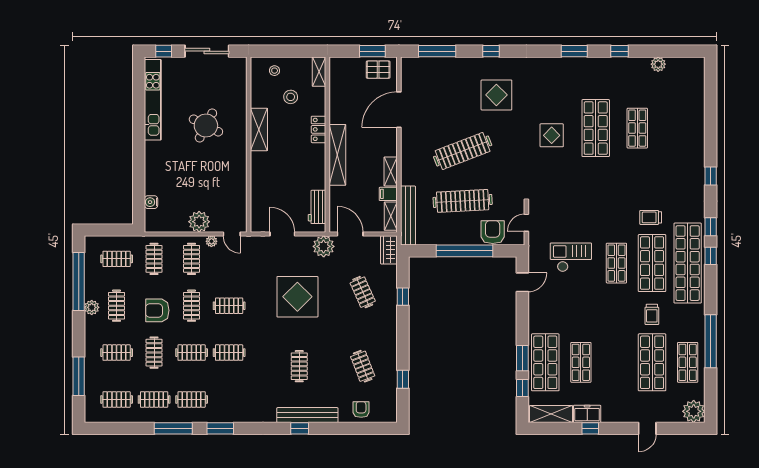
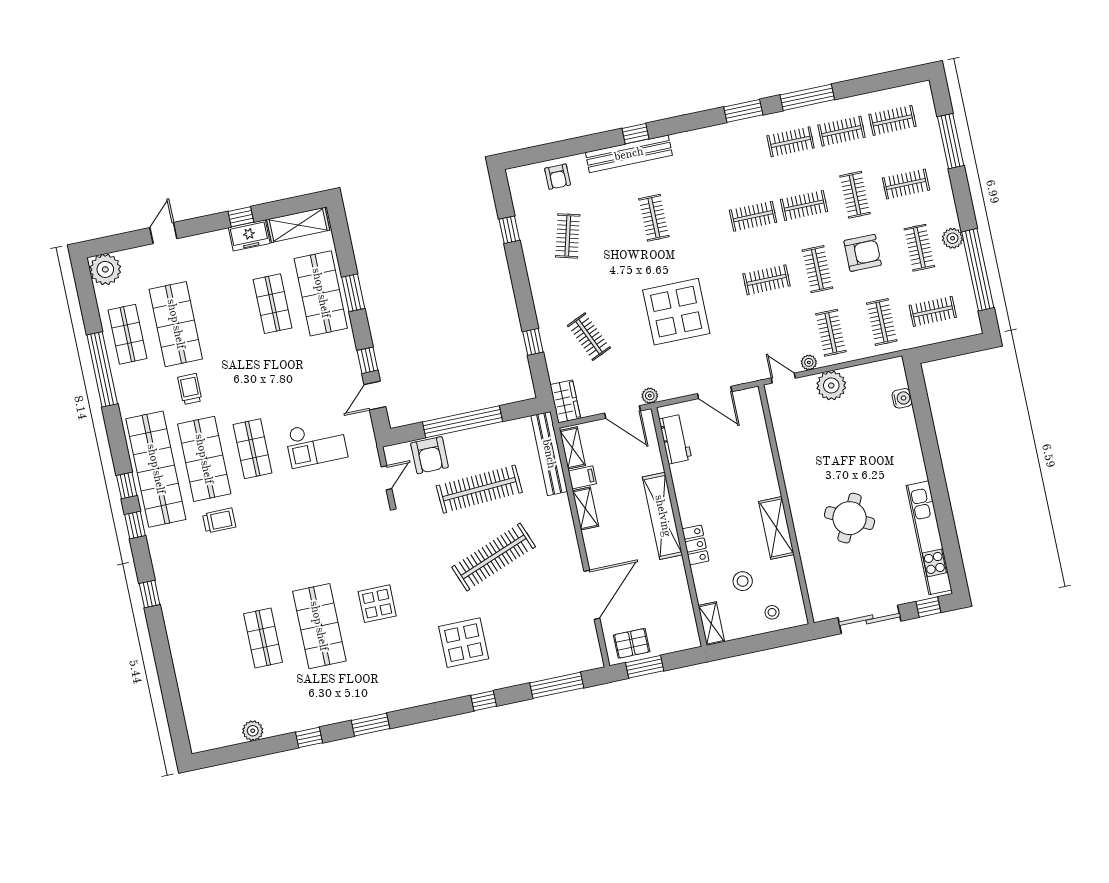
plant: (324, 246) -> (650, 396), width x0.53, depth x0.53
clothes rail: (363, 366) -> (568, 236), turned 36
window: (522, 388) -> (367, 360), moved

